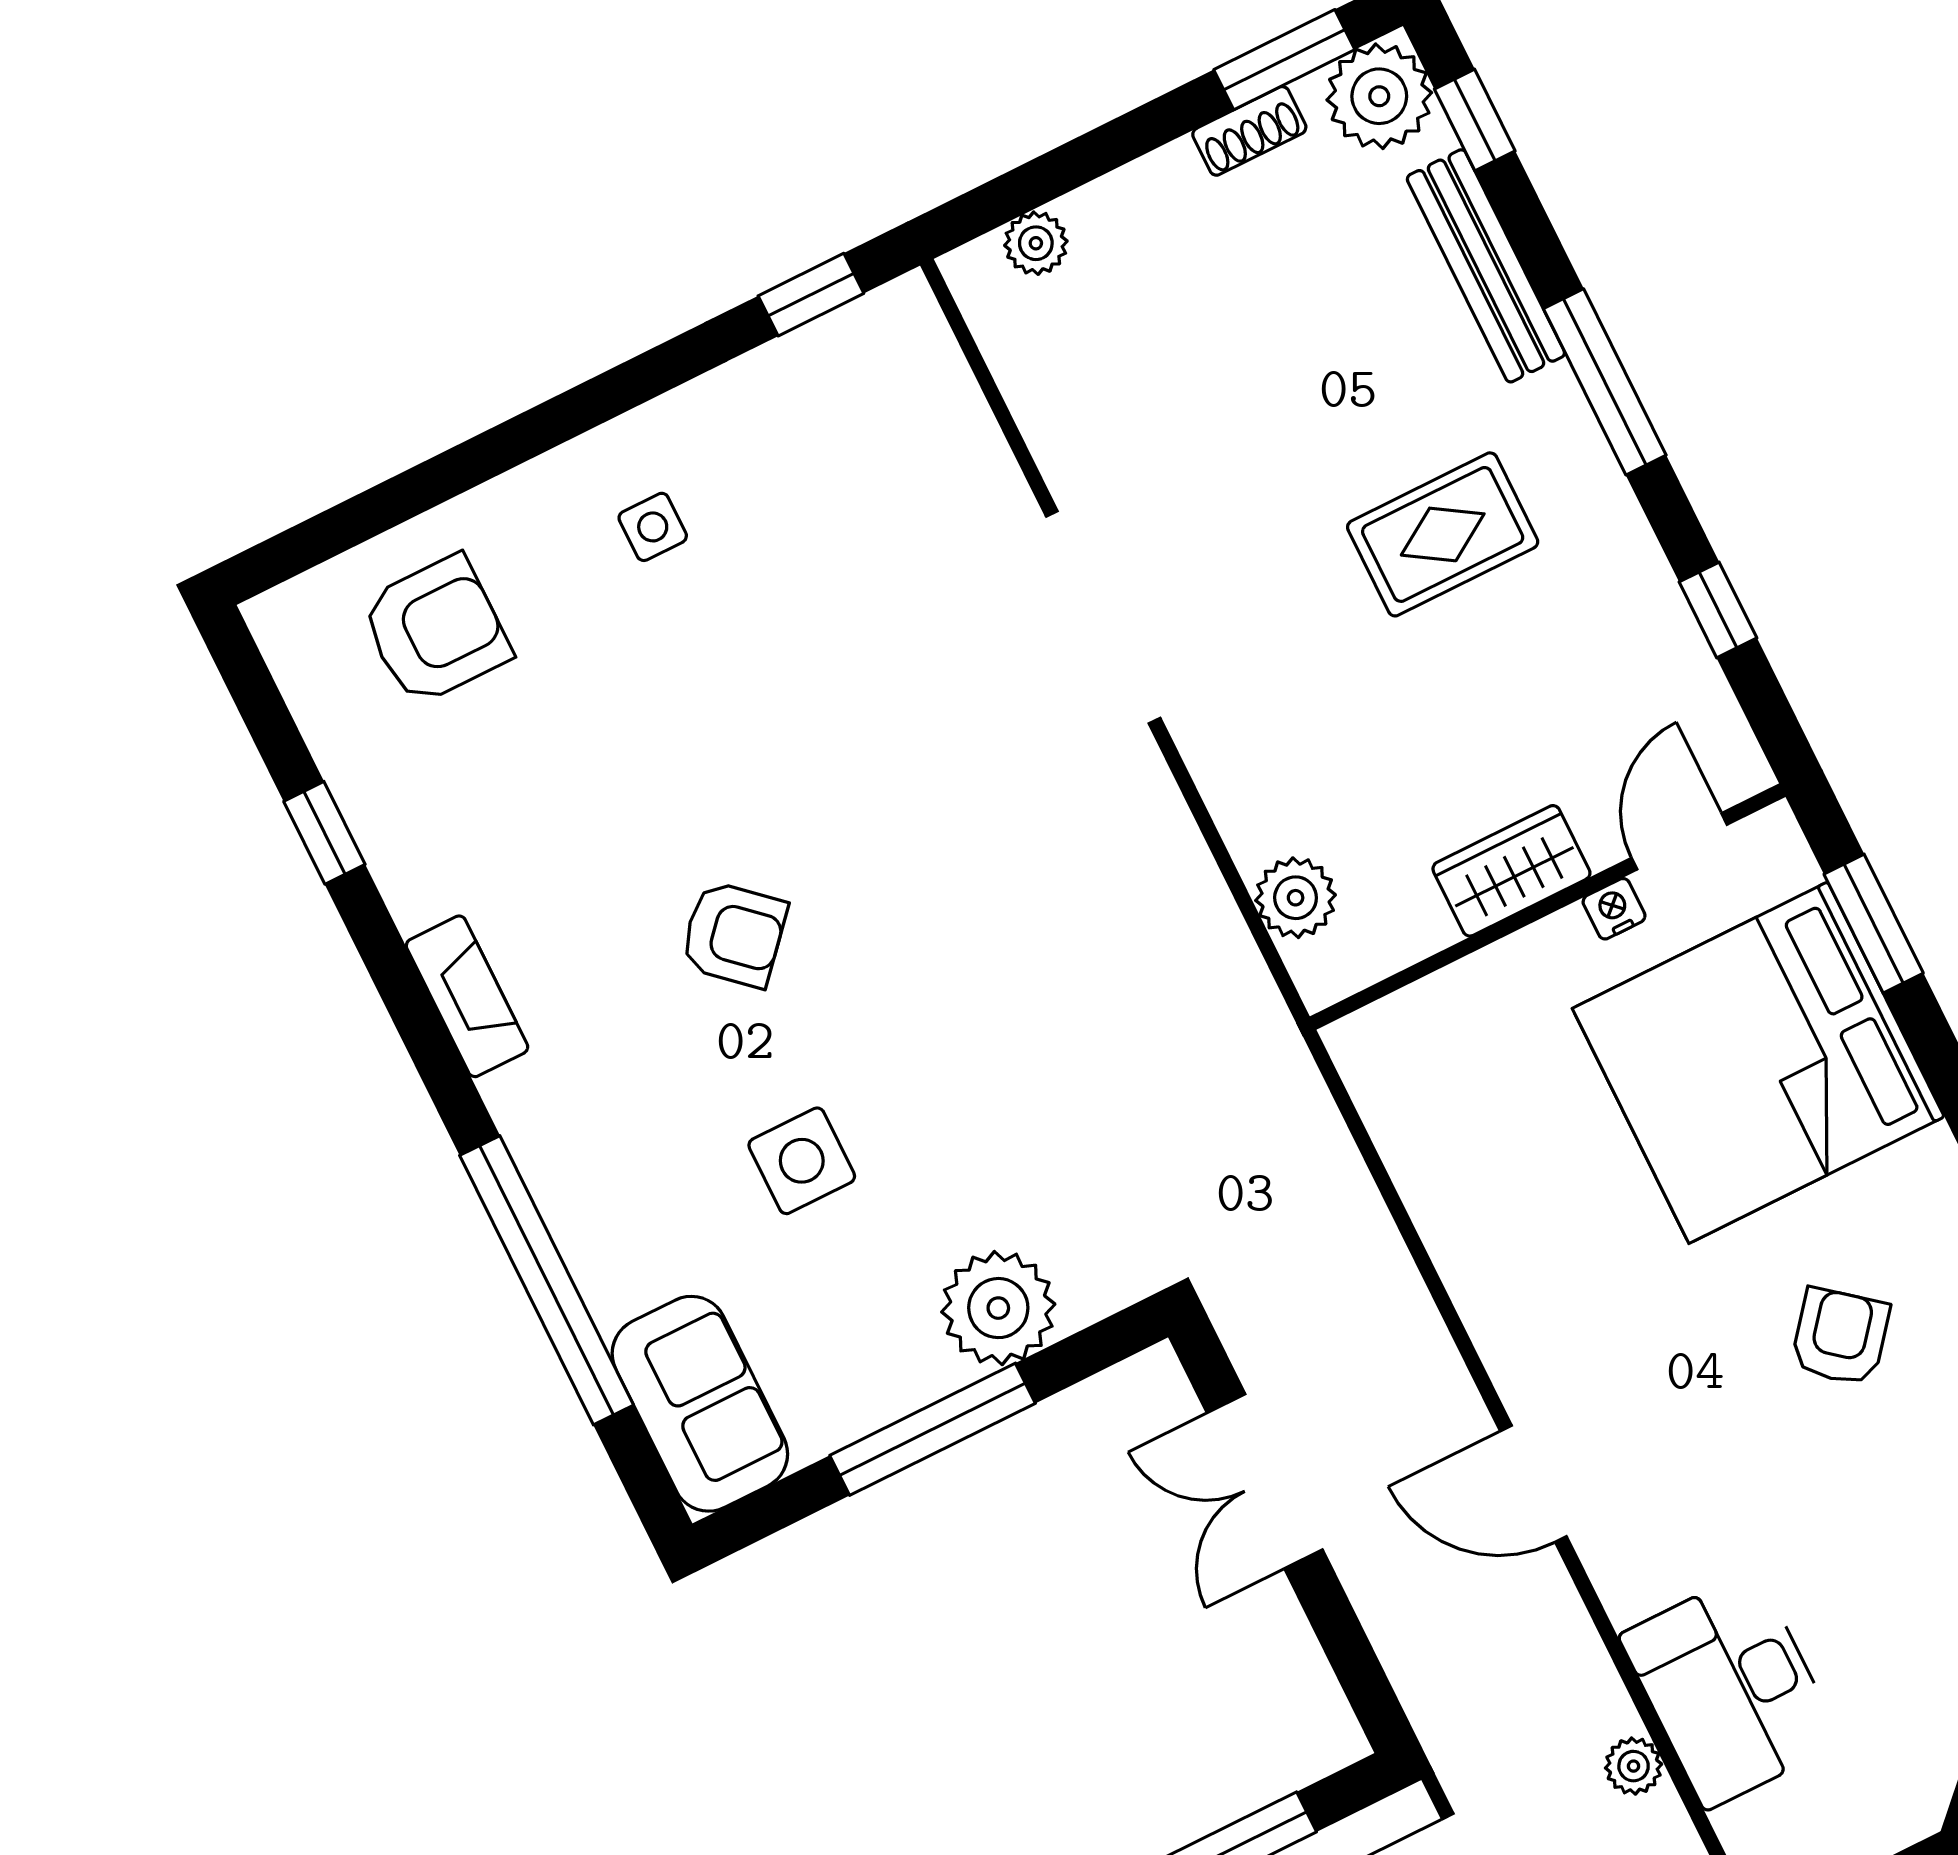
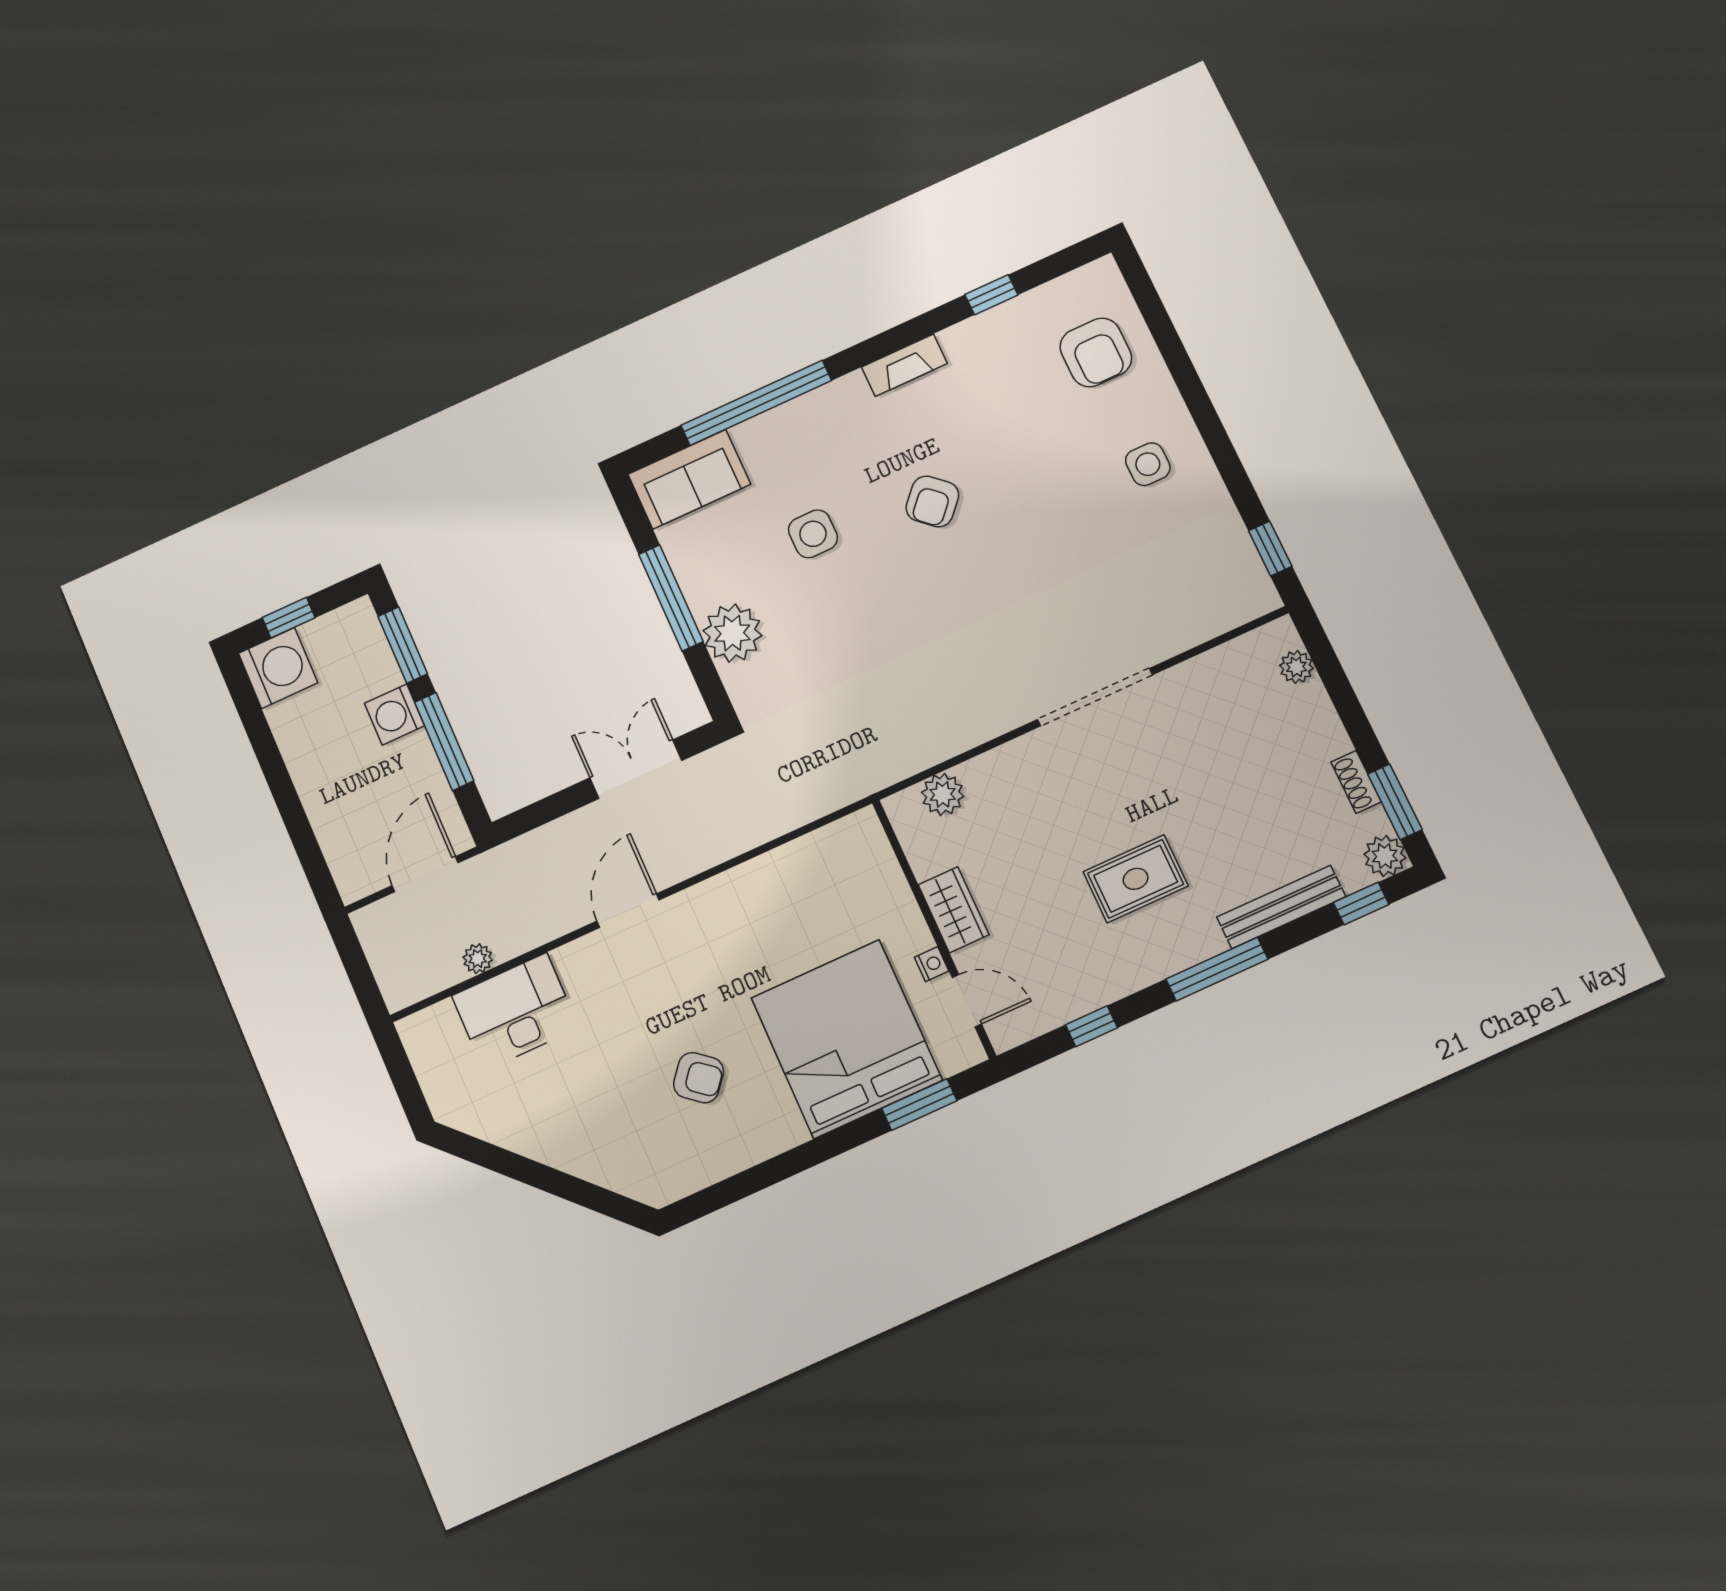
plant: (1379, 96) -> (1385, 856), width x0.73, depth x0.73
side table: (653, 527) -> (1148, 464), width x1.37, depth x1.37
rug: (1443, 534) -> (1136, 879), turned 90

